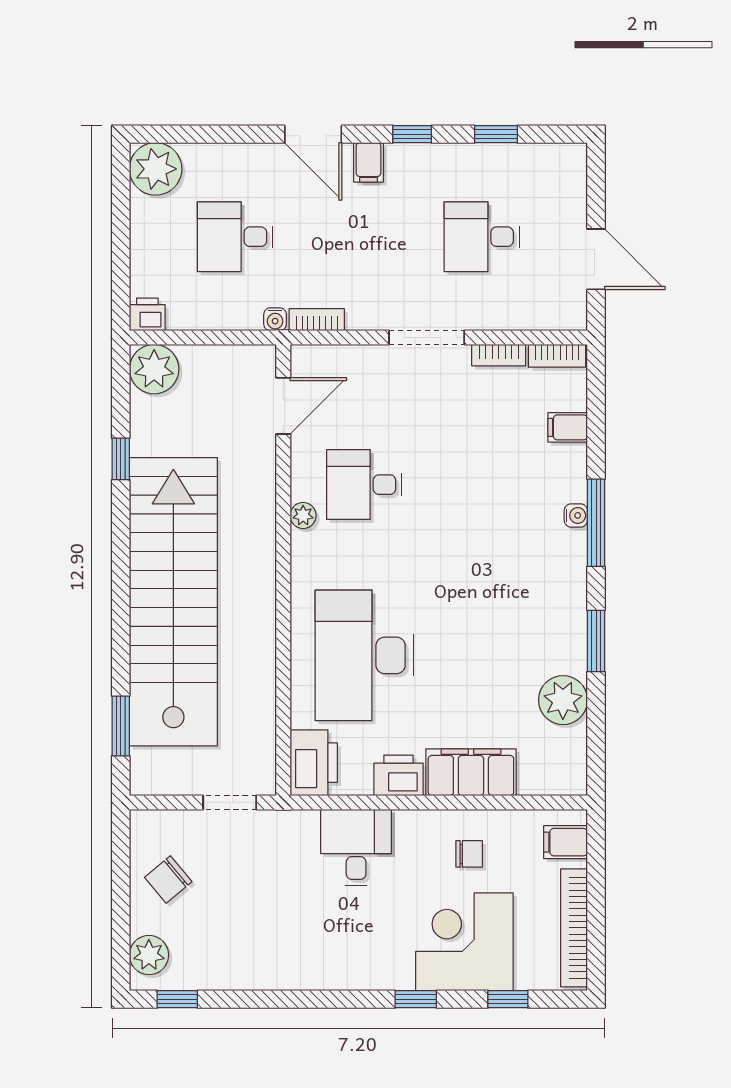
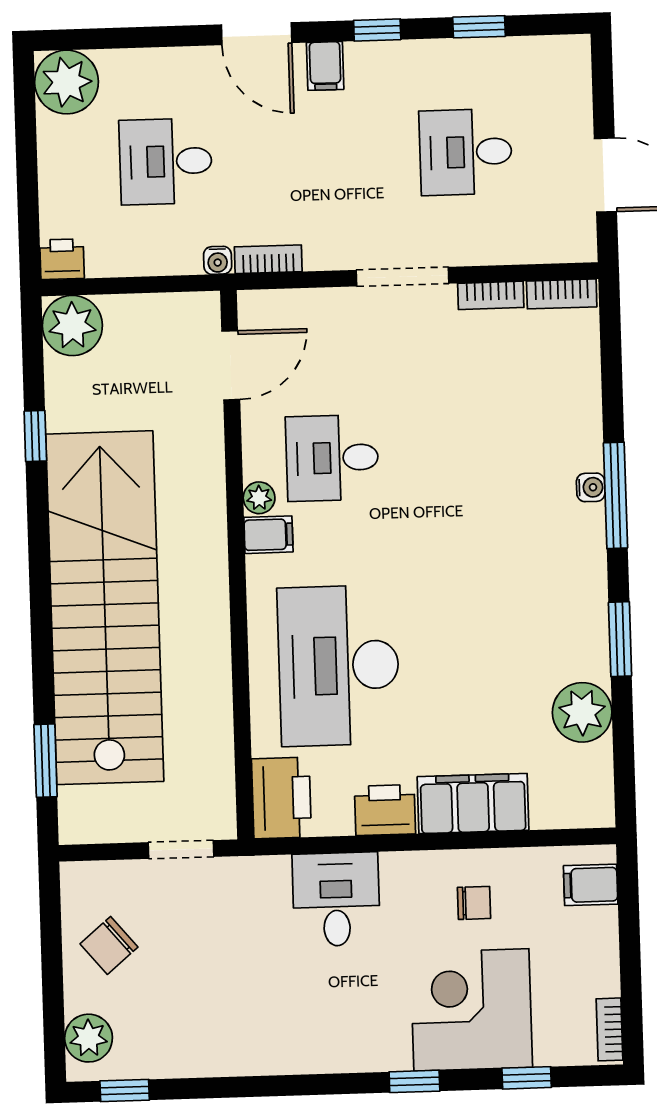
filing cabinet: (568, 427) -> (268, 535), moved, turned 180
bookcase: (574, 928) -> (609, 1029), width x0.43, depth x0.76

